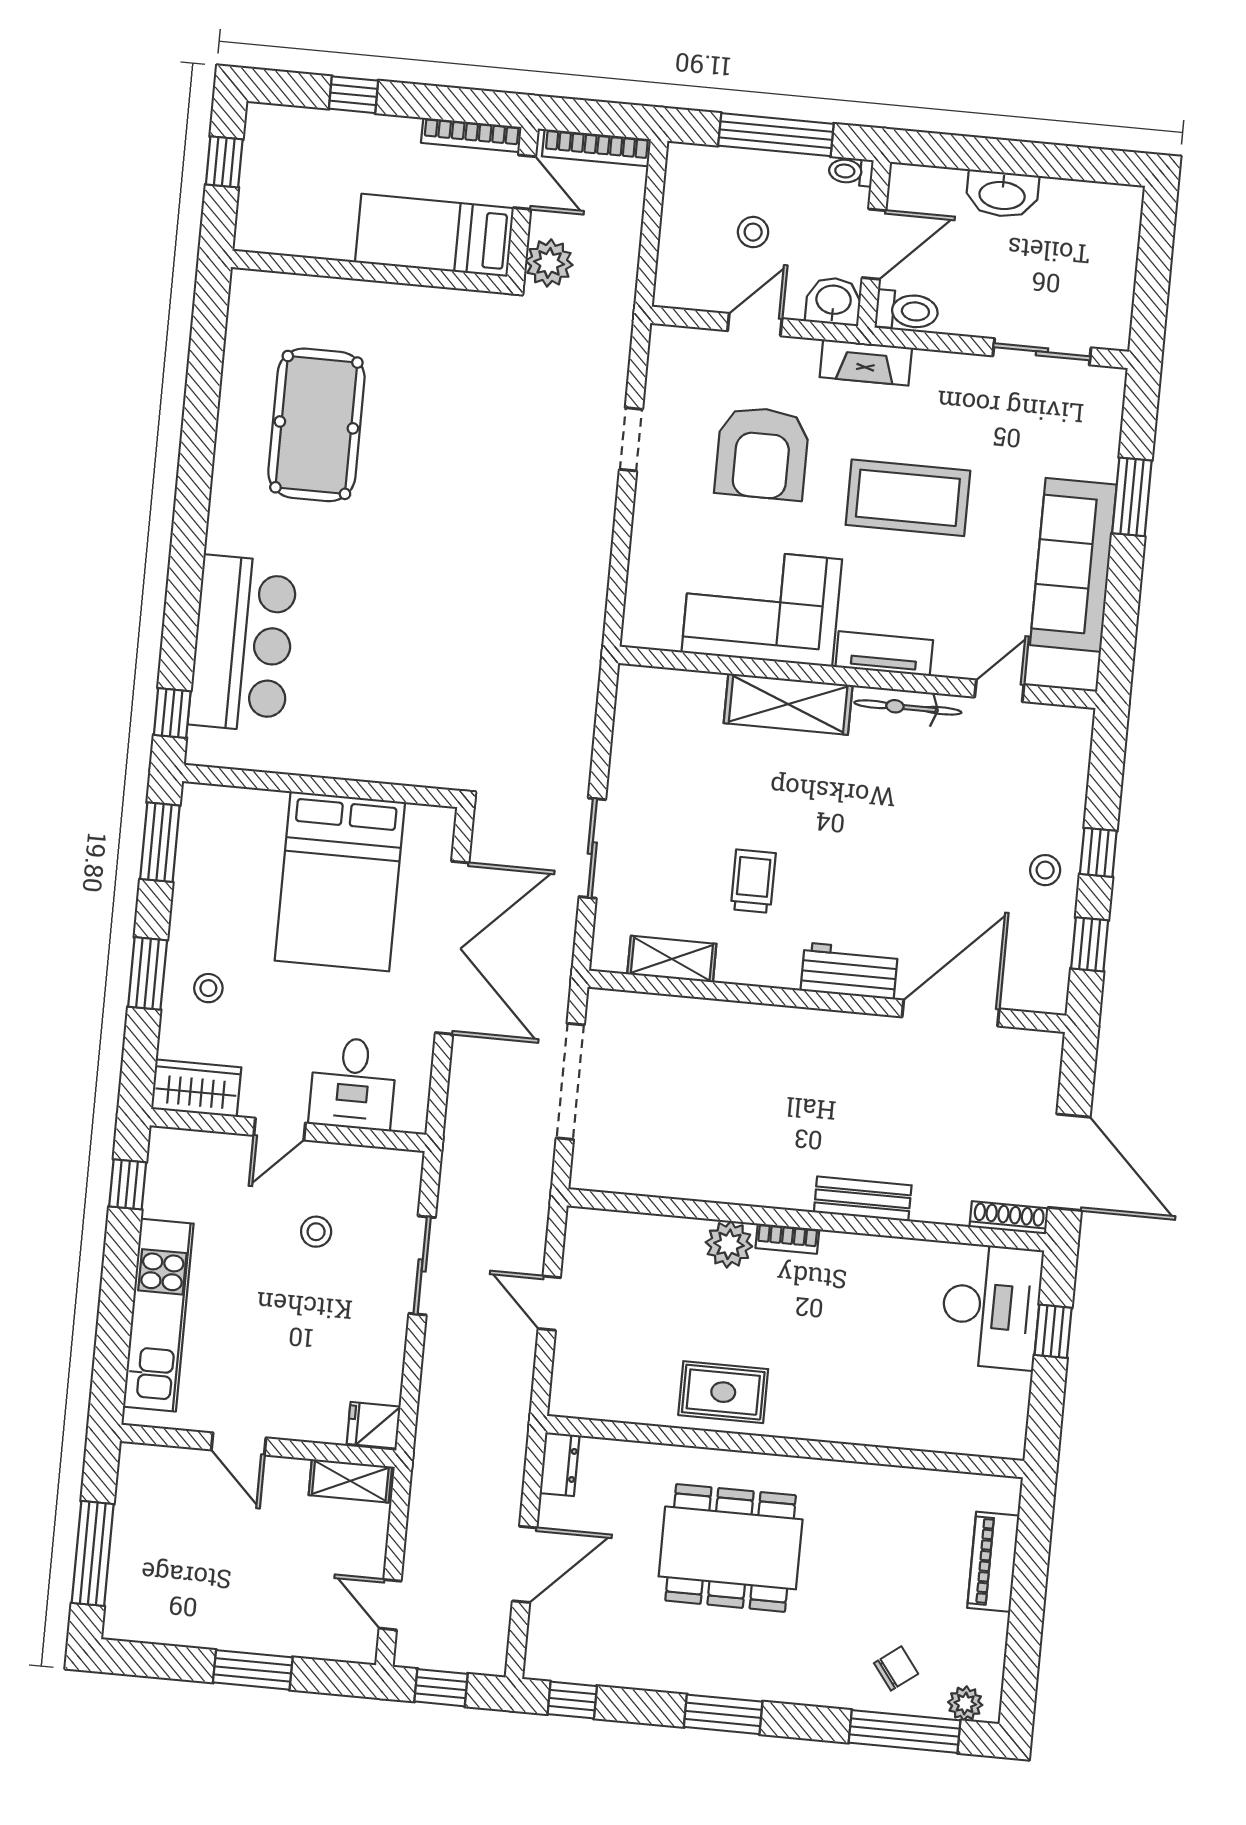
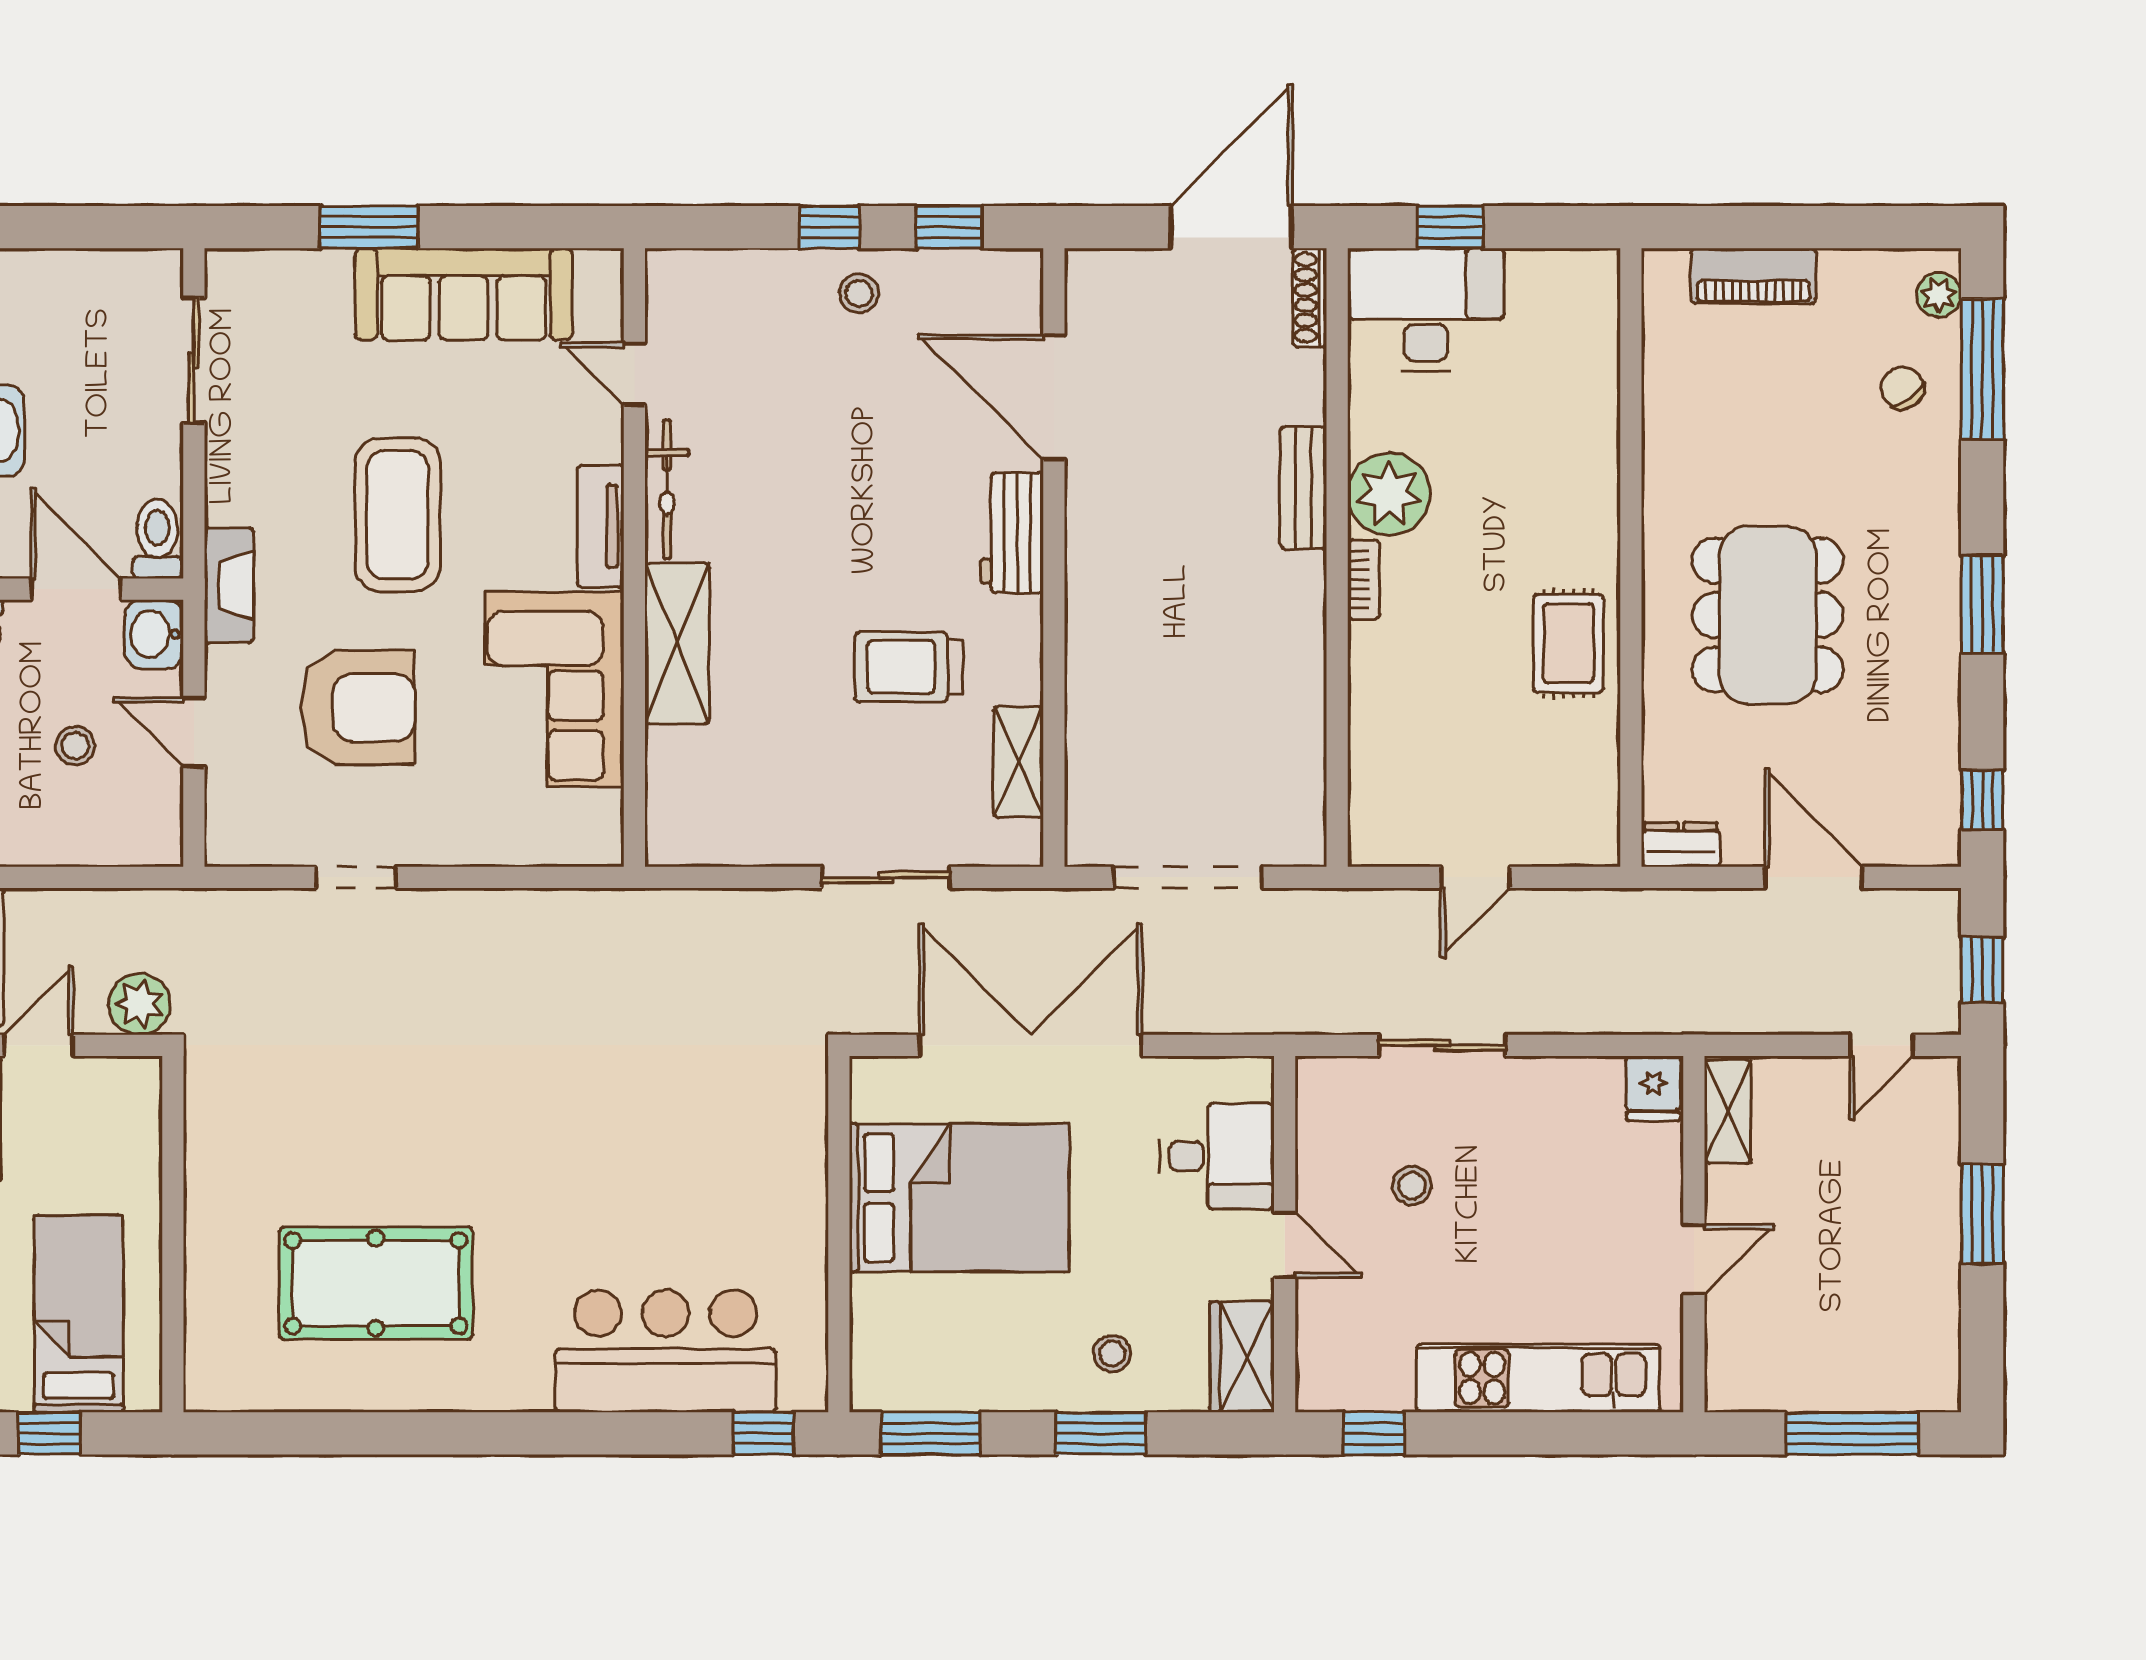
bed: (434, 235) -> (79, 1314), moved, turned 180
trolley: (753, 881) -> (909, 667), width x1.36, depth x1.39
plant: (729, 1244) -> (1389, 494), moved, width x1.36, depth x1.36

